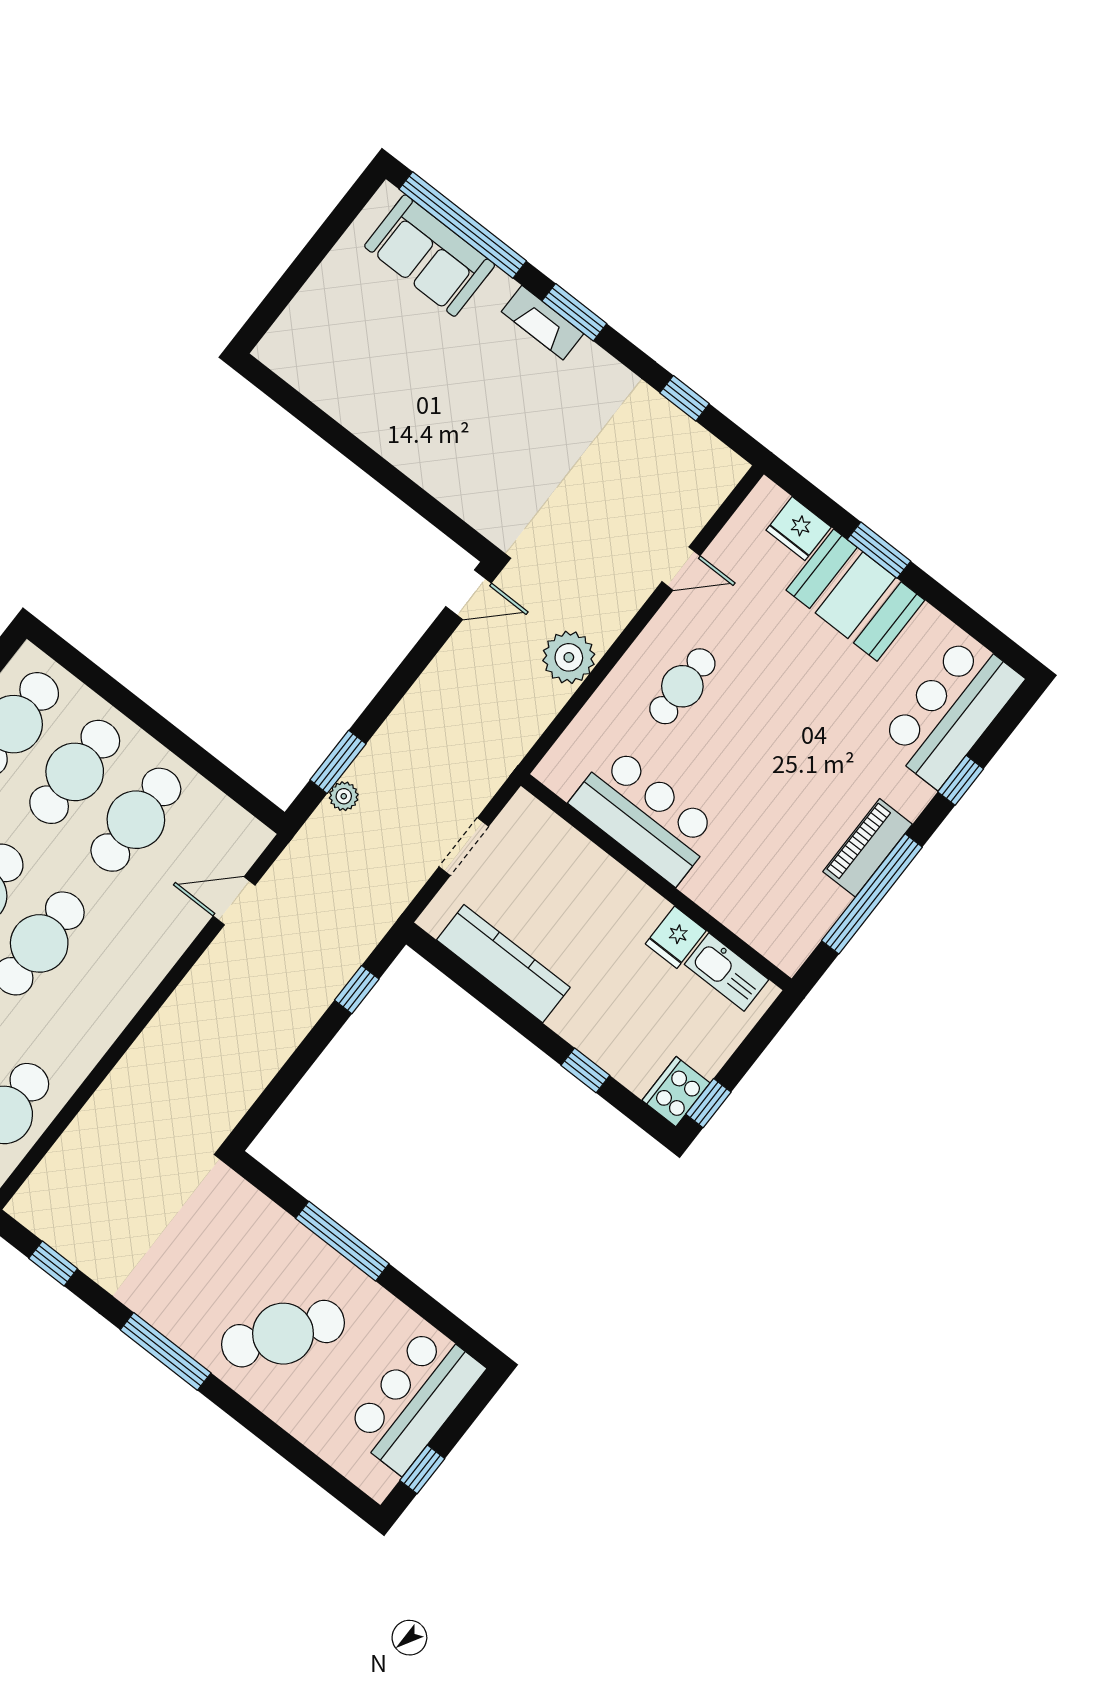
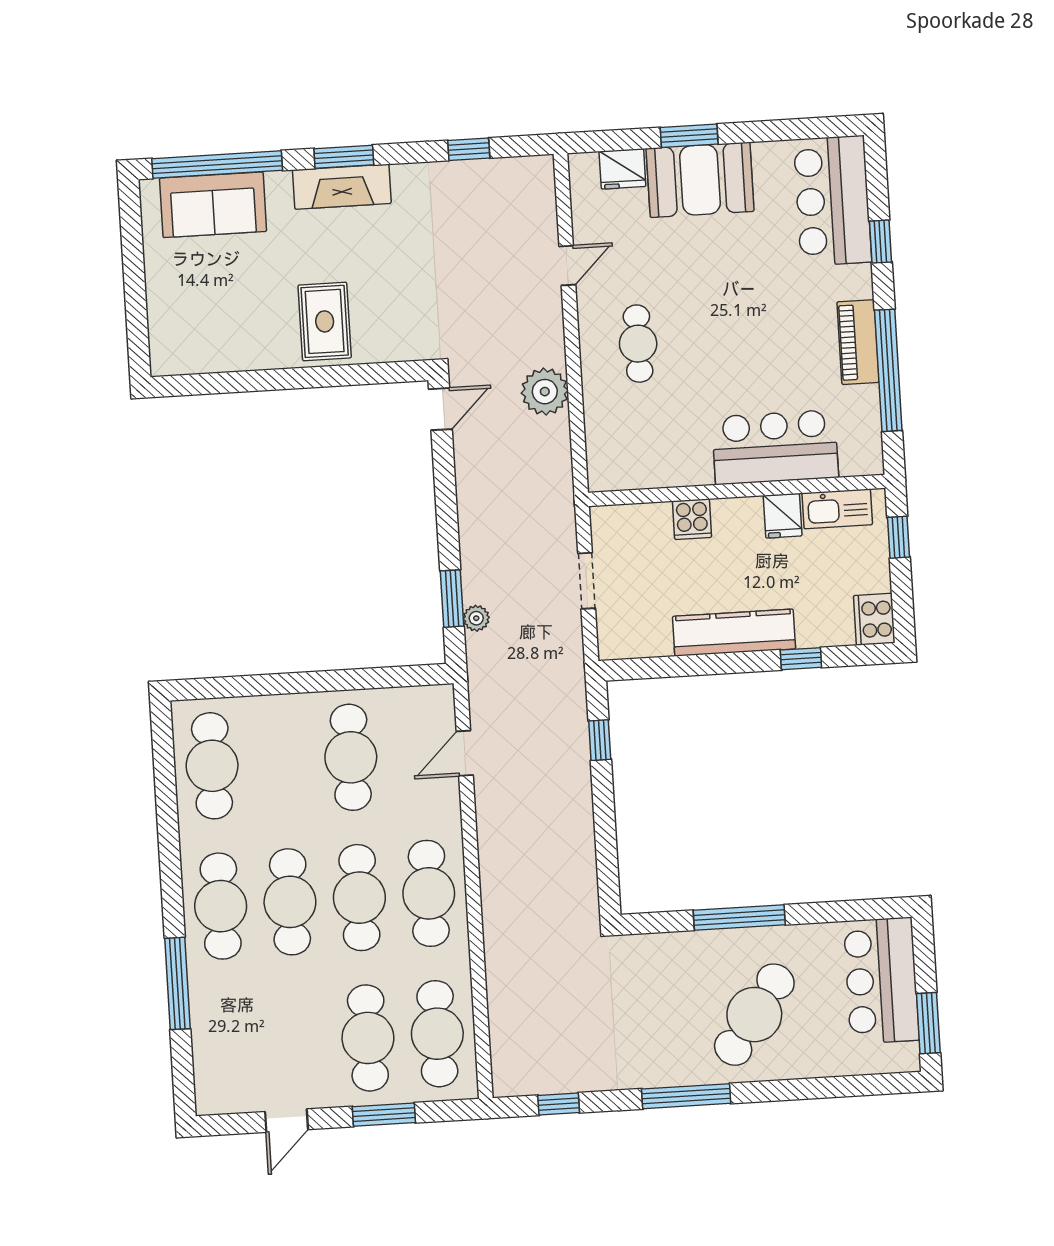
fireplace: (542, 323) -> (342, 187), width x1.37, depth x1.32
rug: (437, 436) -> (325, 321), added
cafe table: (75, 772) -> (429, 893), moved
bar counter: (645, 815) -> (775, 447), moved
cooker: (597, 873) -> (692, 519), added
kitchen counter: (503, 964) -> (734, 633), moved
window: (708, 1103) -> (899, 537), moved
window: (422, 1469) -> (928, 1023), width x1.50

